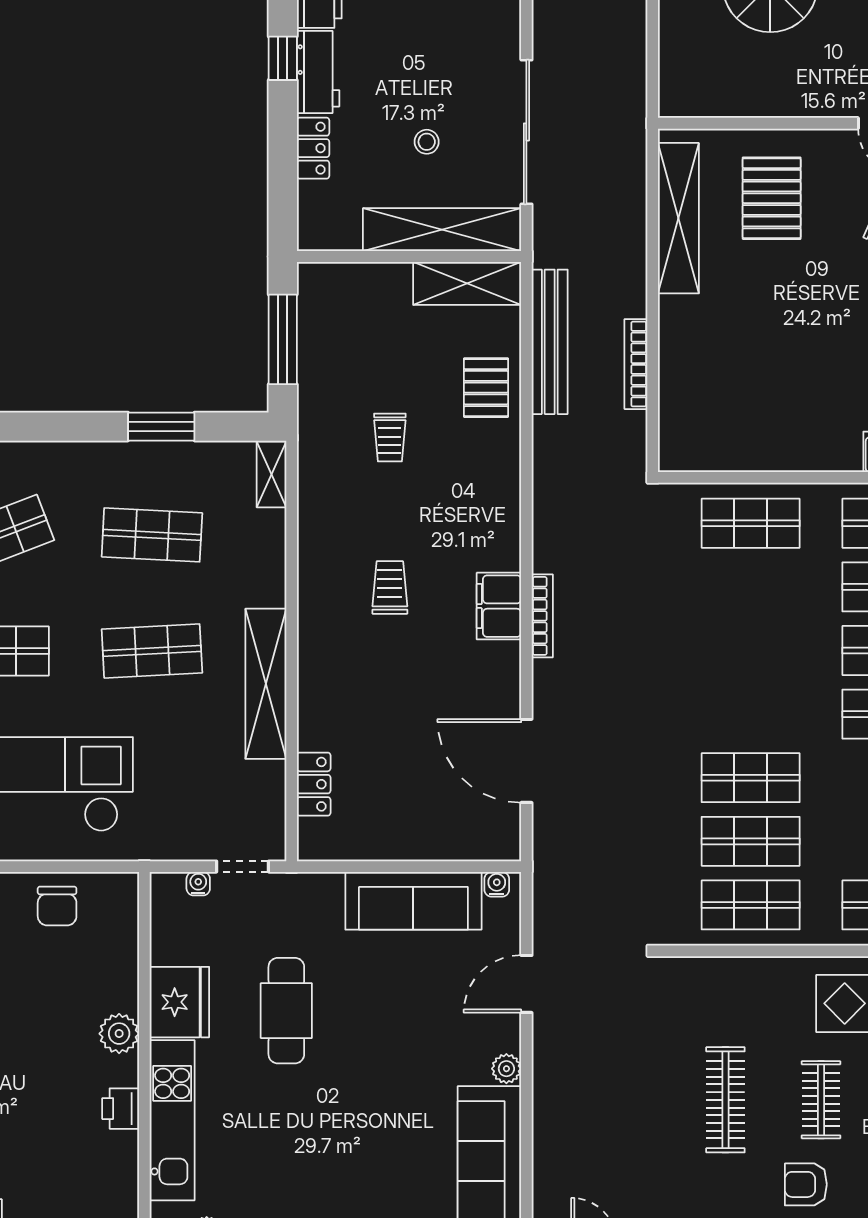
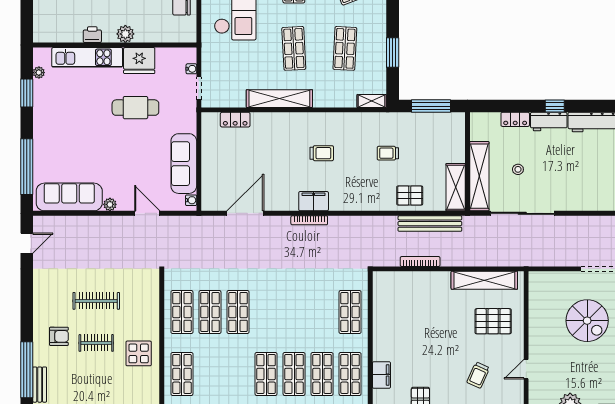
armchair: (806, 1184) -> (59, 336), turned 90

